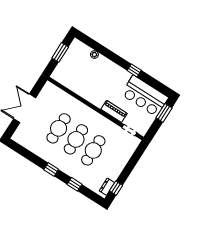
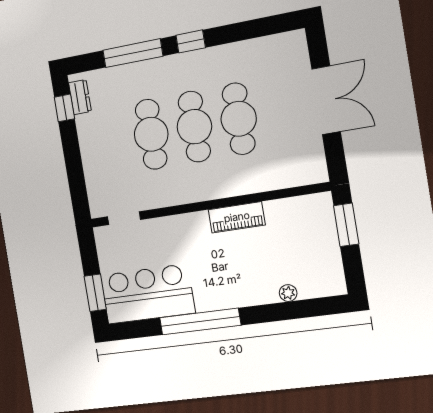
window: (60, 52) -> (346, 225), moved
window: (134, 70) -> (200, 321), width x3.17
piano: (114, 111) -> (237, 217), moved
window: (75, 184) -> (133, 53), width x2.17

